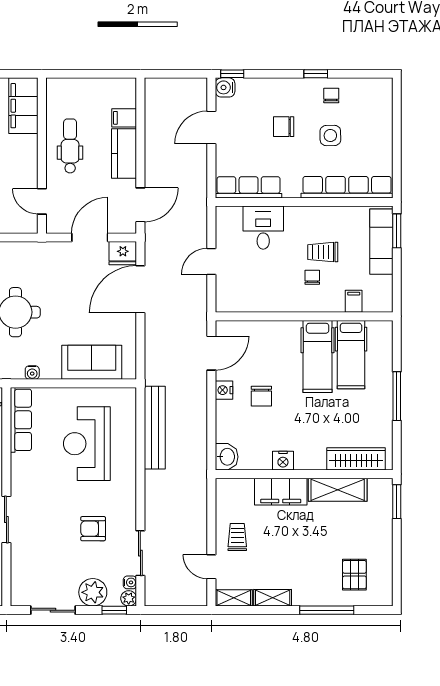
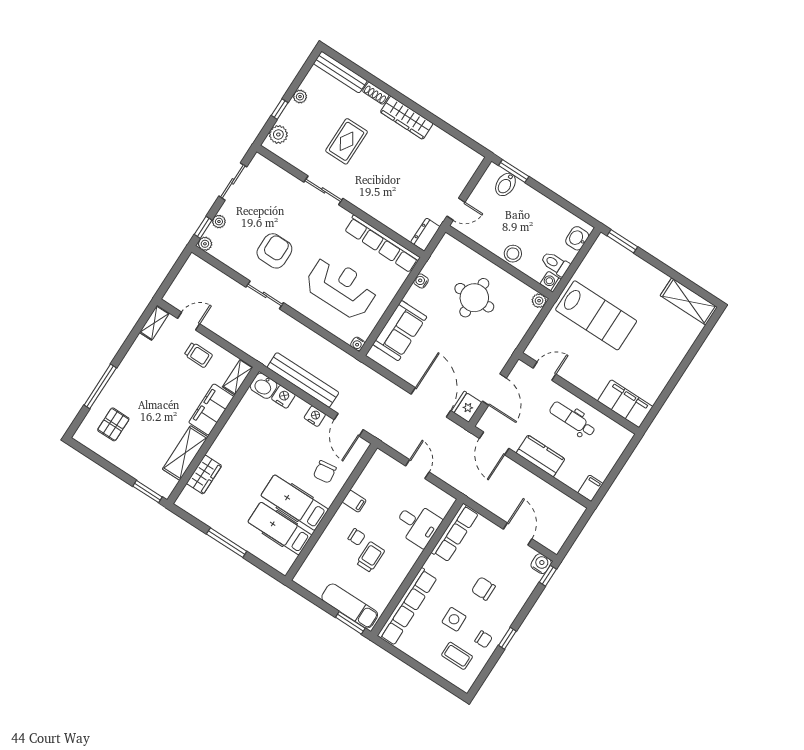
coffee table: (363, 110) -> (457, 656), added
filing cabinet: (124, 118) -> (590, 488), moved
chair: (284, 127) -> (483, 589), turned -90
dental chair: (70, 146) -> (572, 419), turned 180
filing cabinet: (354, 301) -> (354, 501), moved
chair: (261, 396) -> (325, 472), moved, turned -98
row of seats: (21, 420) -> (382, 244), width x1.36
bench: (155, 428) -> (303, 380), moved
wardrobe: (356, 459) -> (204, 475), width x0.67
nightstand: (283, 461) -> (283, 397), moved, turned 90
armchair: (93, 529) -> (274, 251), width x1.38, depth x1.38
sliding door: (140, 553) -> (265, 295), moved
pallet: (354, 575) -> (113, 424), turned 90
water cooler: (130, 582) -> (358, 344), moved
plant: (93, 592) -> (219, 222), width x0.53, depth x0.53
shelving: (273, 598) -> (238, 377), moved

